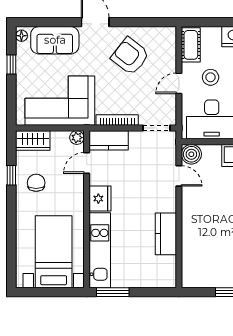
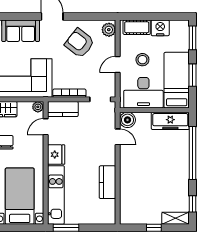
plant: (167, 39) -> (109, 30), added
cot: (191, 45) -> (137, 27), moved, turned 90

